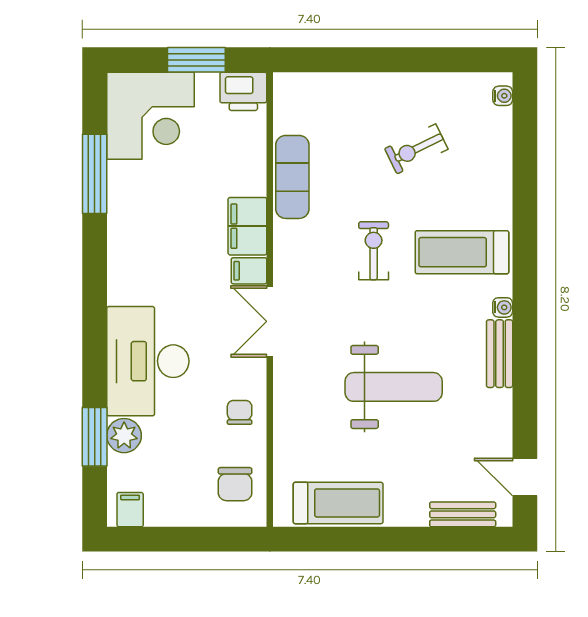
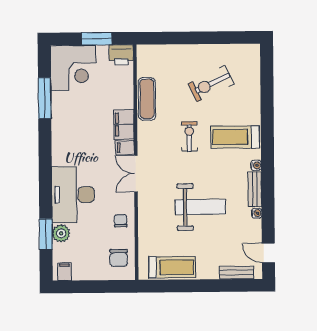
water cooler: (503, 96) -> (257, 213), moved
exercise bike: (416, 149) -> (211, 84), width x1.38, depth x1.39

